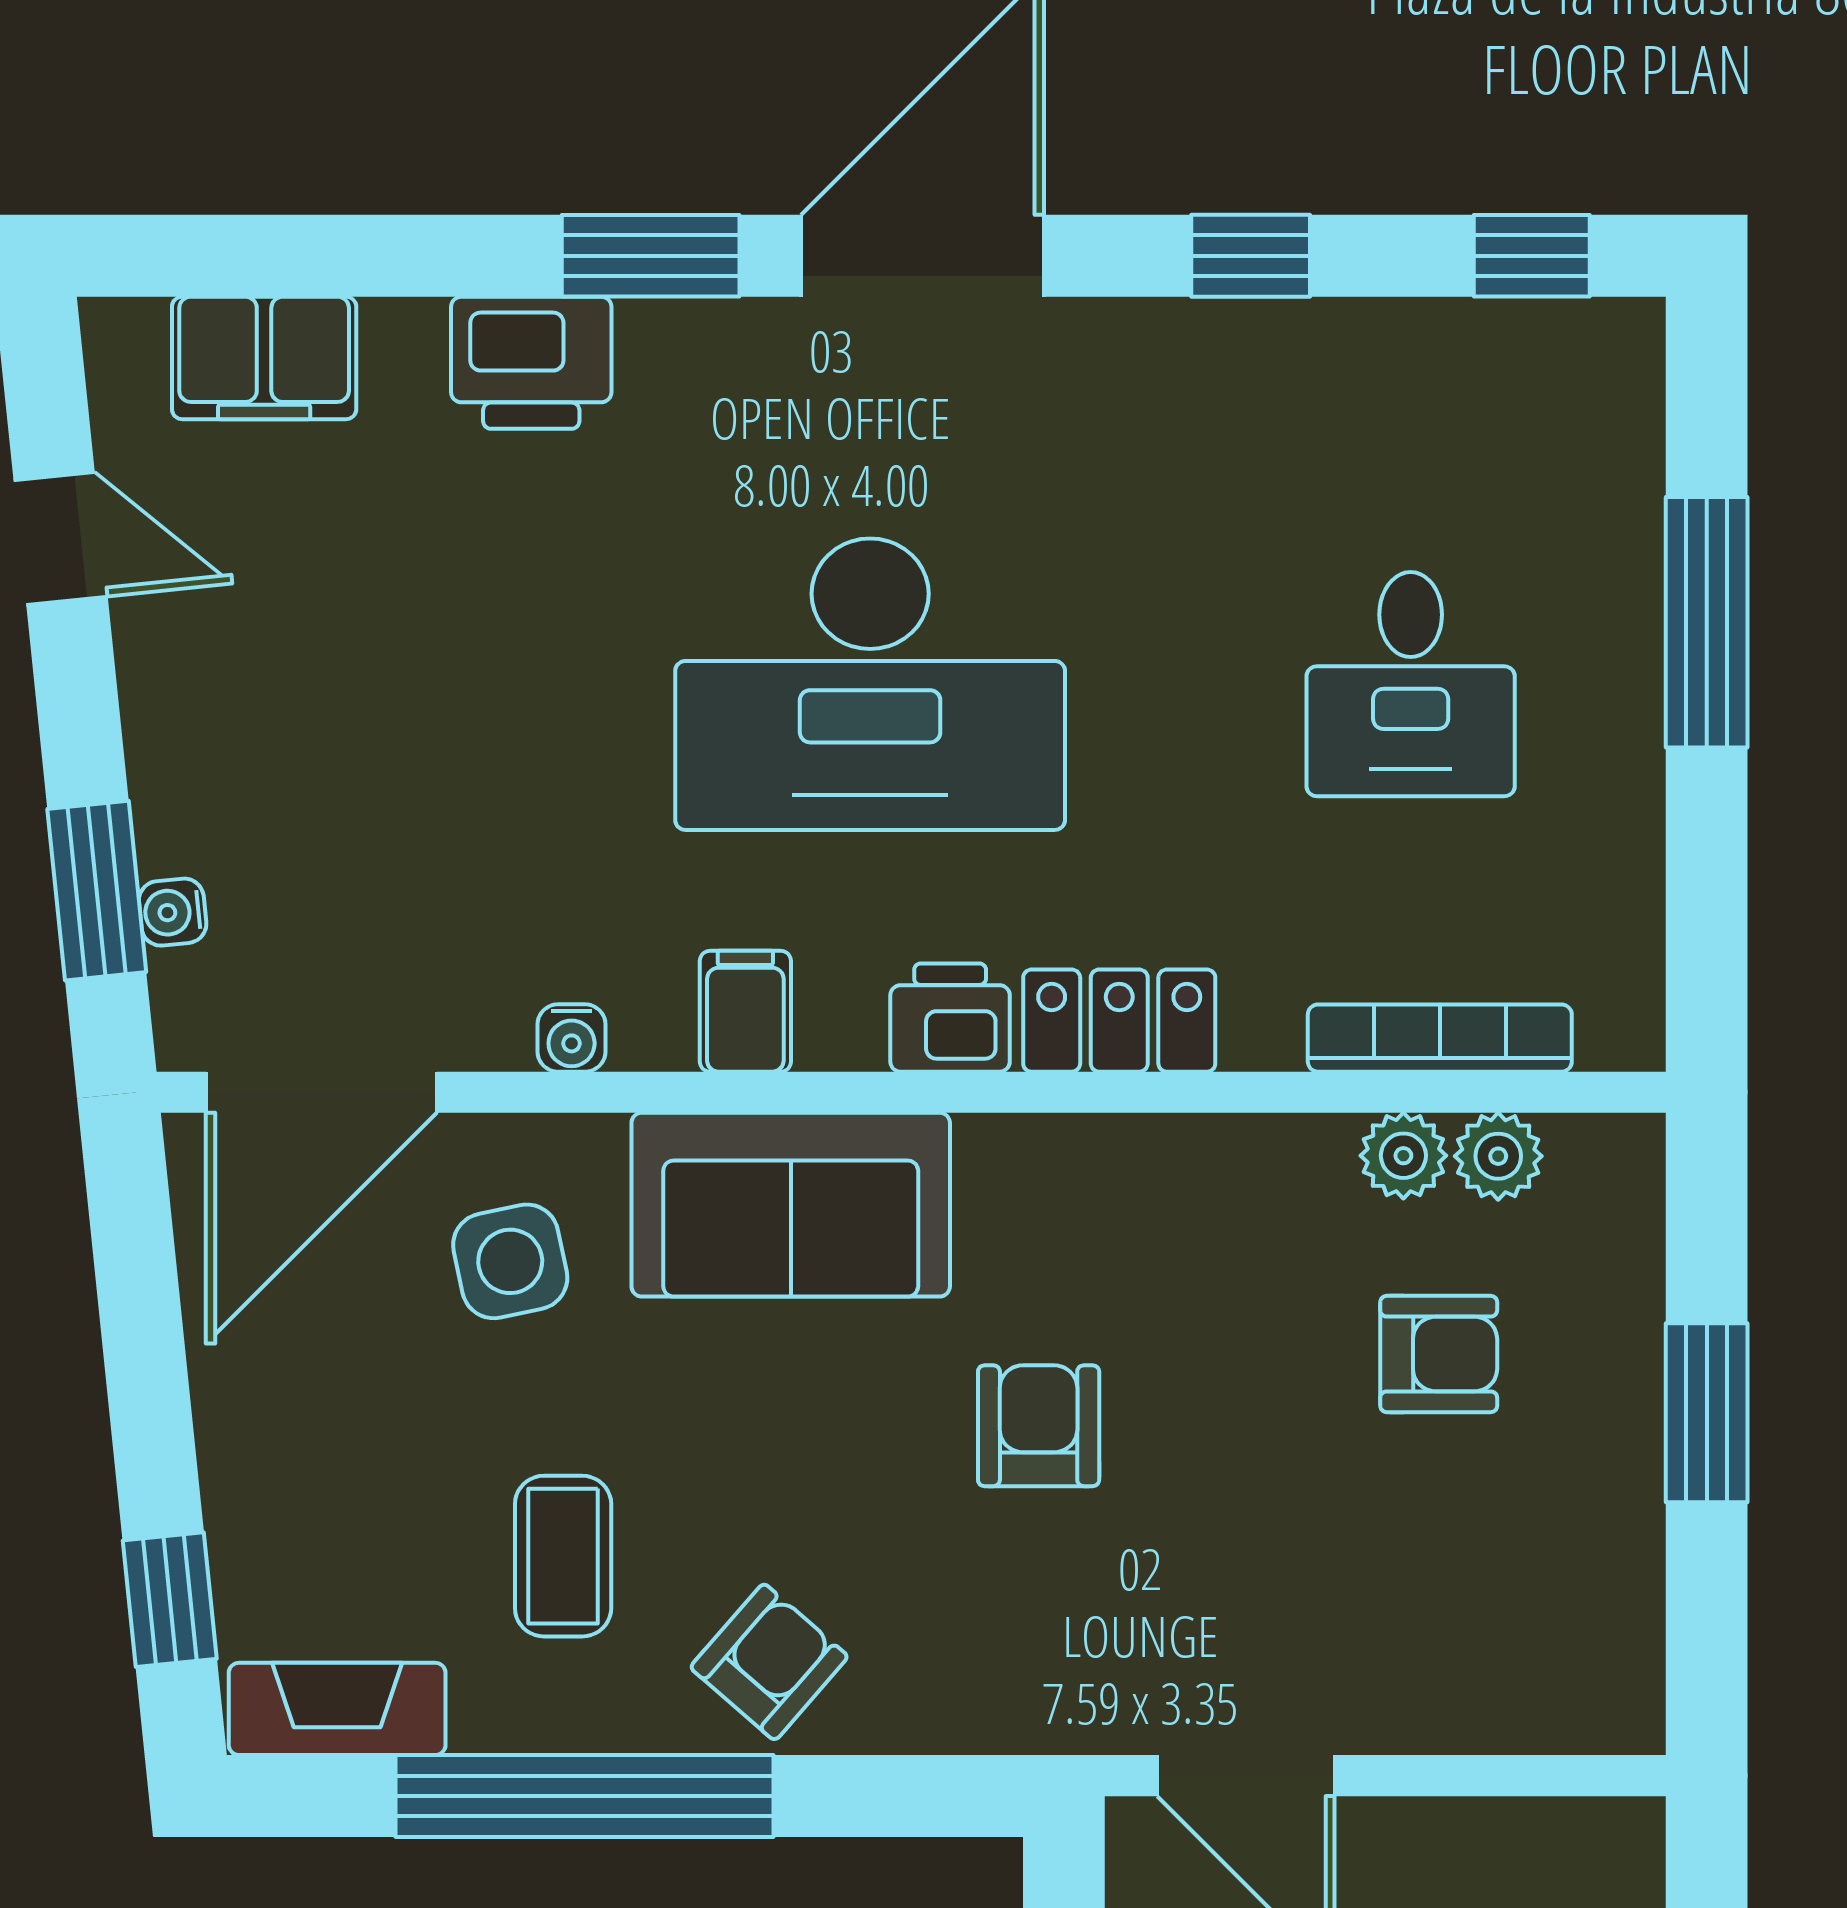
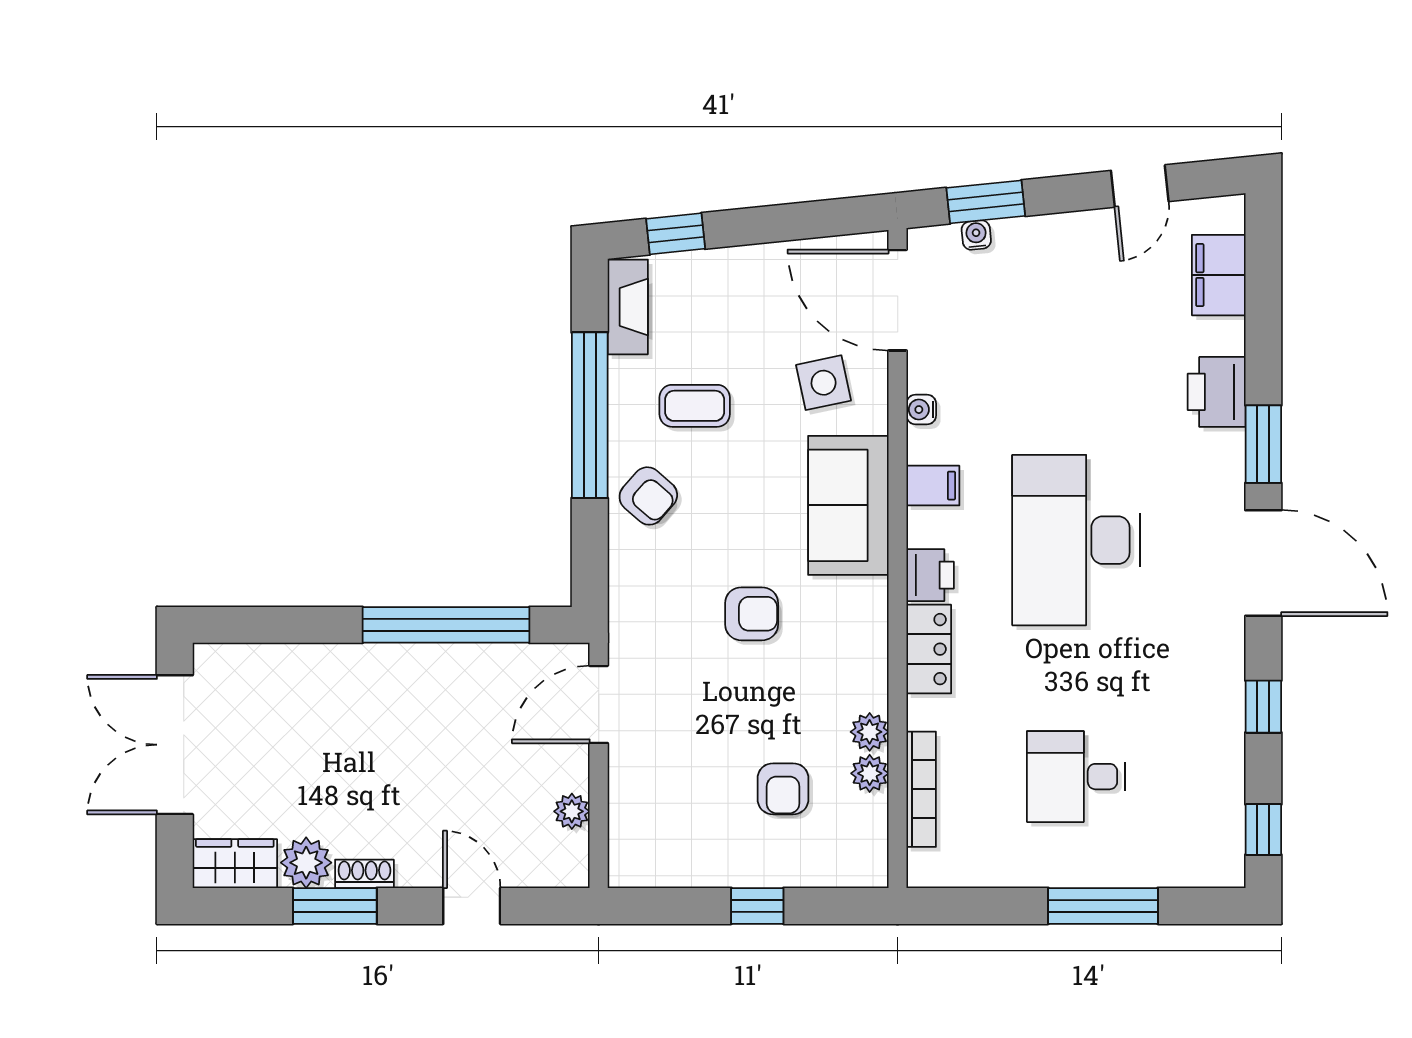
plant: (1498, 1156) -> (870, 732), moved
window: (1707, 1413) -> (757, 906), width x0.67
plant: (1490, 1837) -> (572, 811), added

